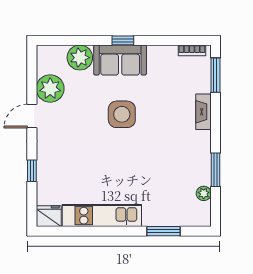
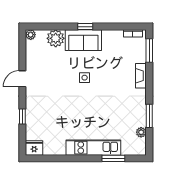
plant: (50, 89) -> (31, 35), moved, width x0.53, depth x0.53
side table: (122, 114) -> (85, 78), width x0.54, depth x0.54
kitchen unit: (102, 216) -> (93, 148), moved

